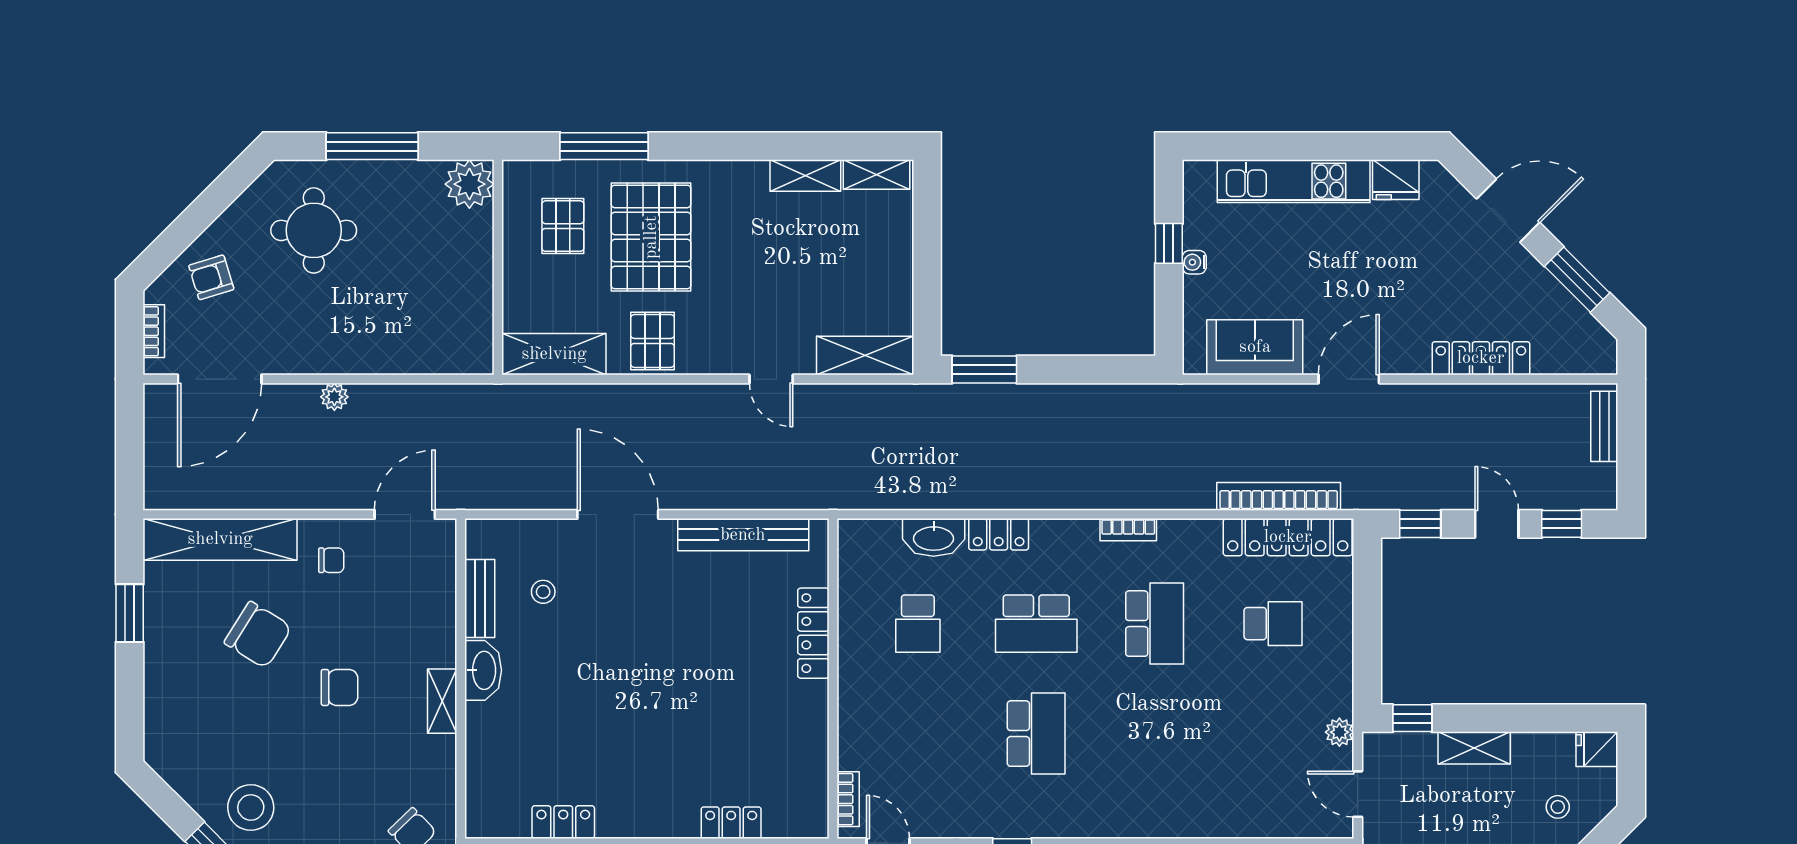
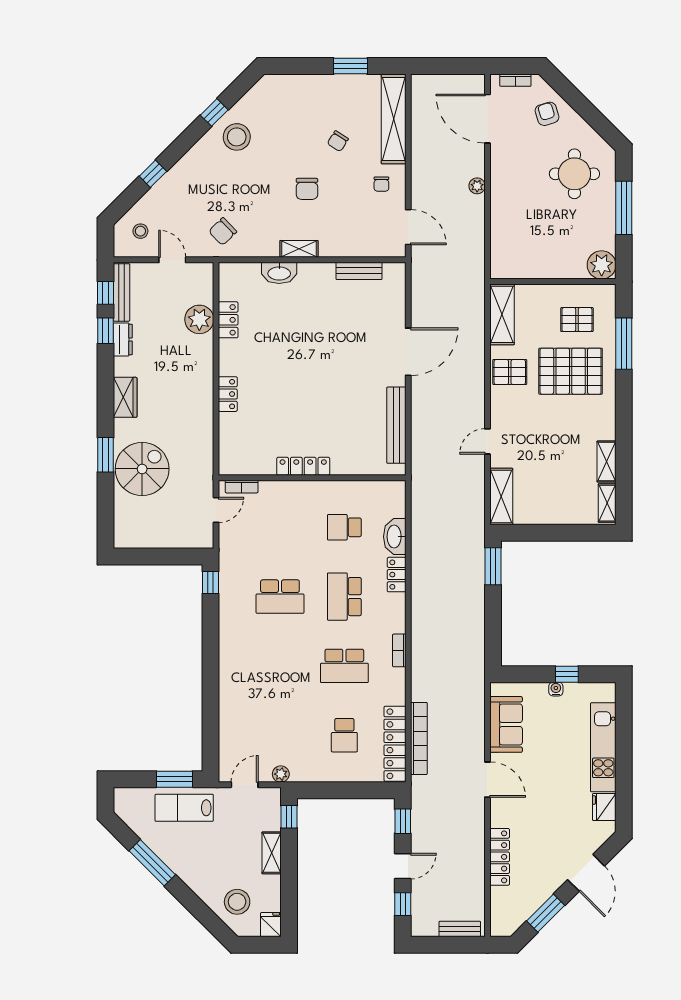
stool: (543, 592) -> (363, 308), removed
locker: (813, 633) -> (303, 466), moved
chair: (258, 635) -> (338, 141), width x0.54, depth x0.54
washbasin: (483, 670) -> (279, 273), moved
stool: (1558, 807) -> (237, 902), width x1.89, depth x1.89
locker: (731, 823) -> (228, 394), moved

